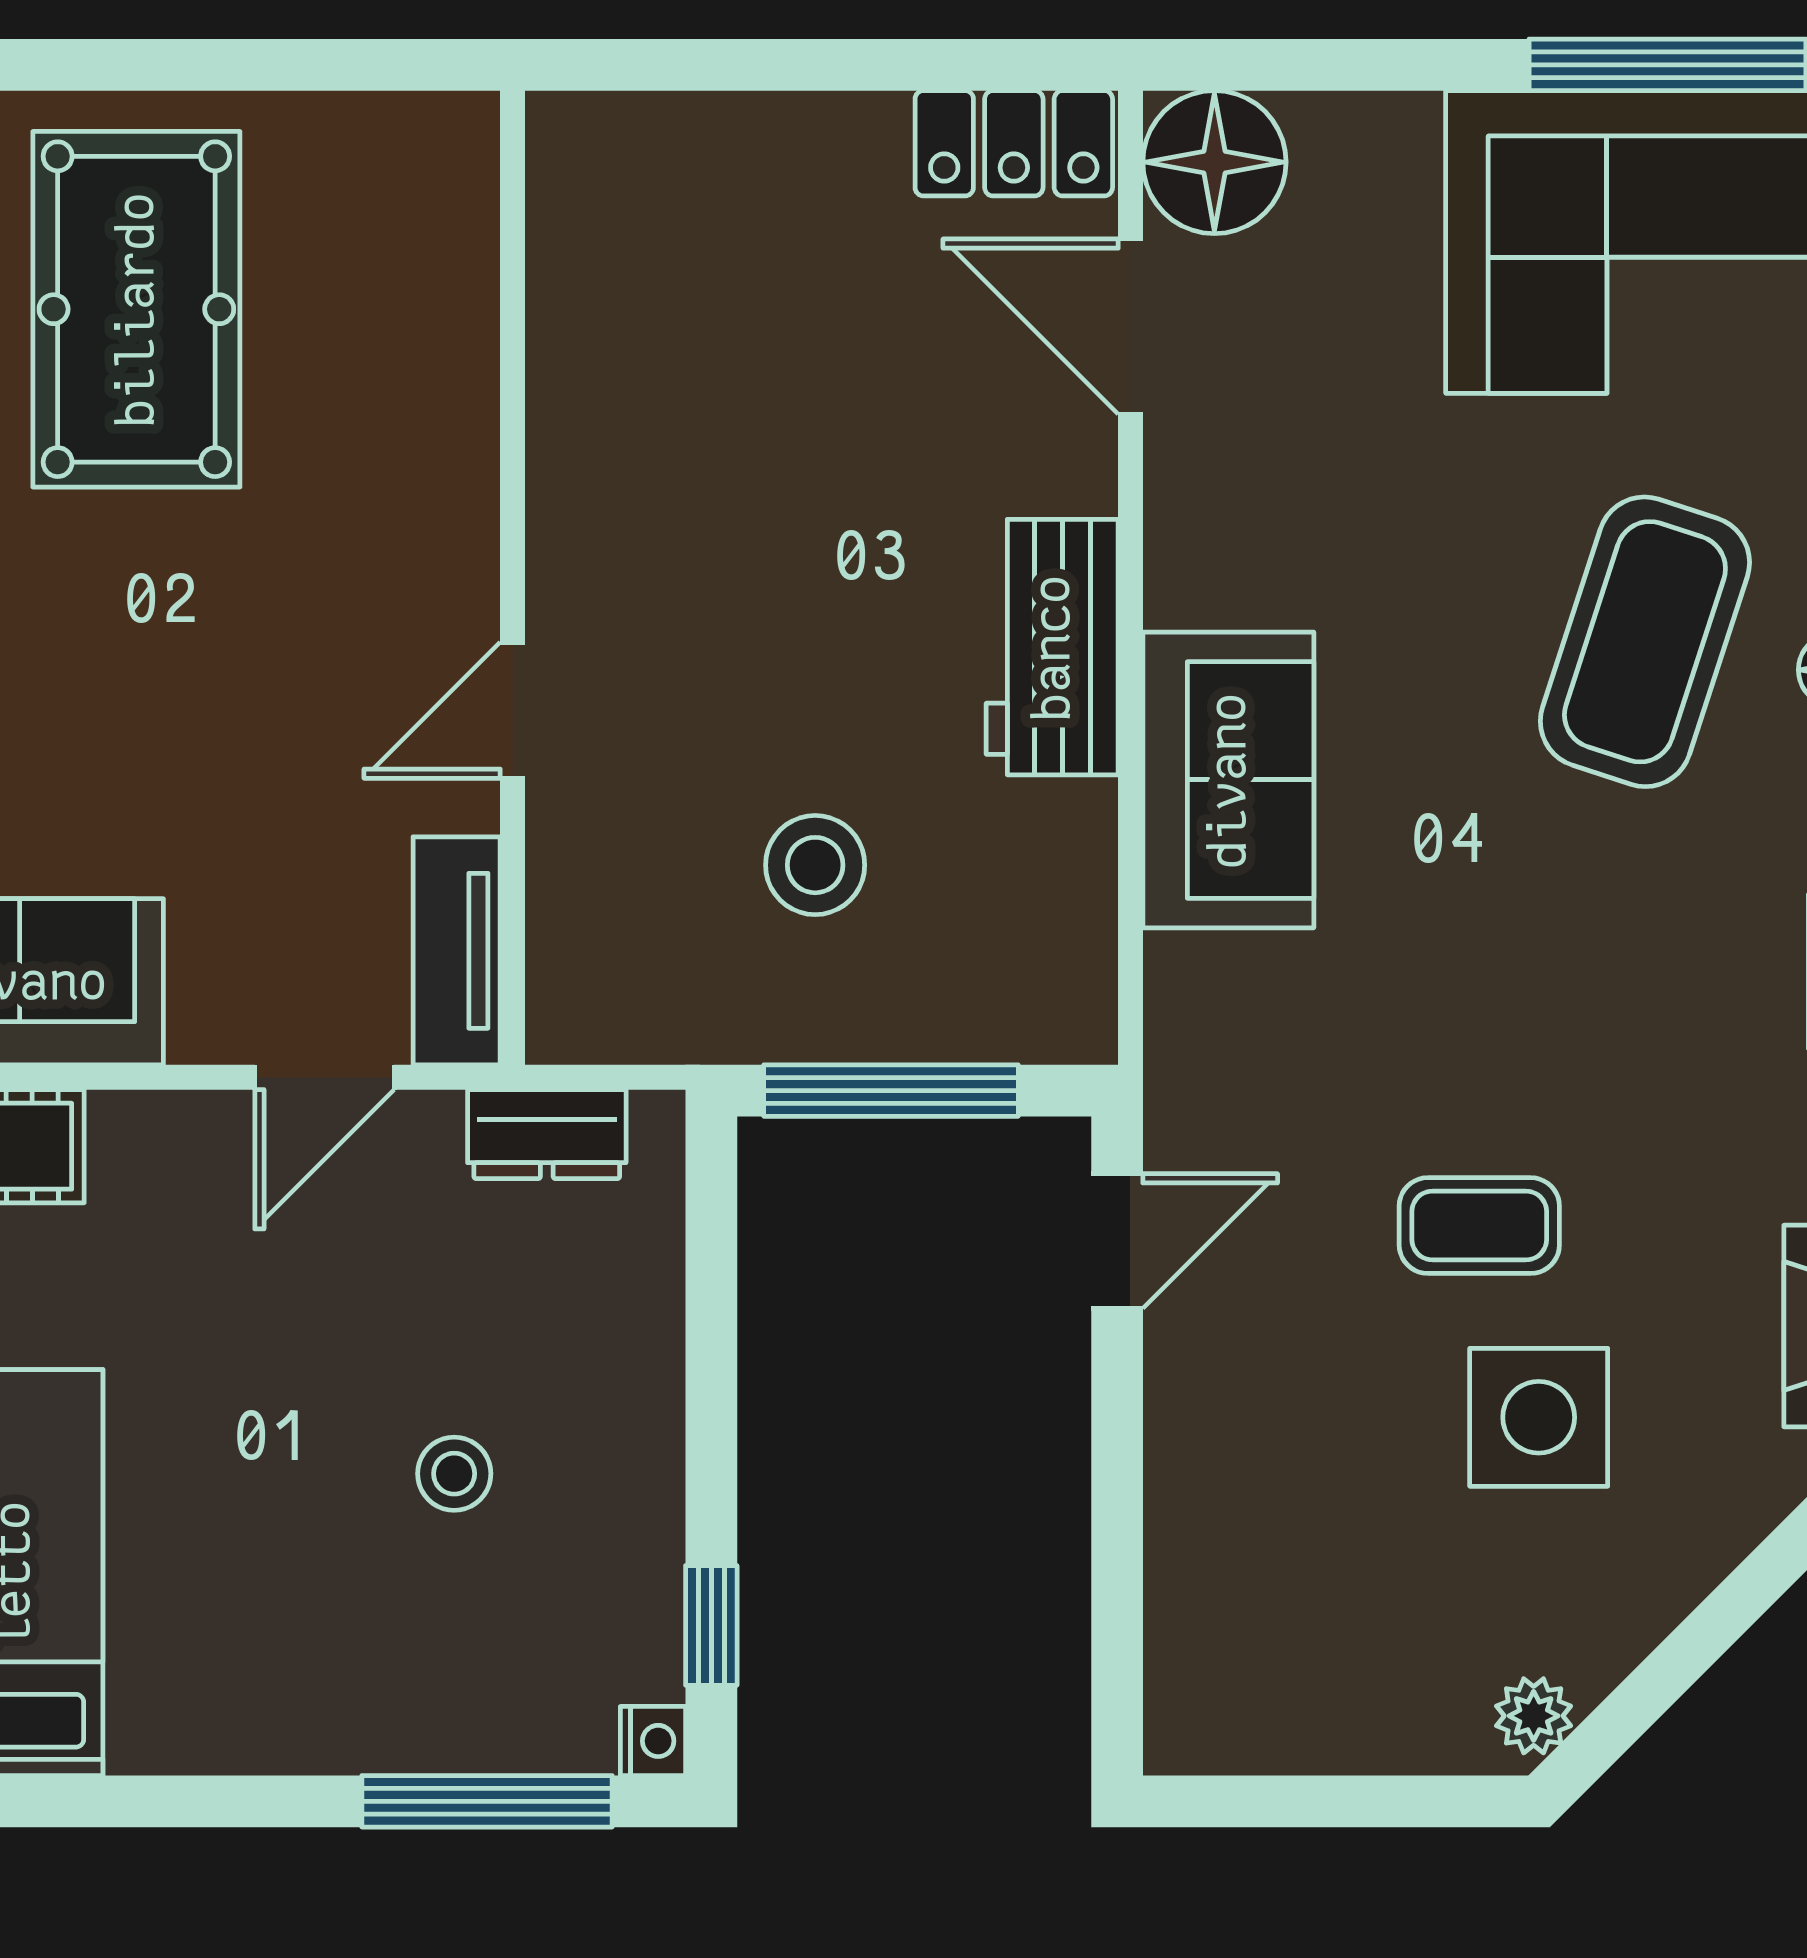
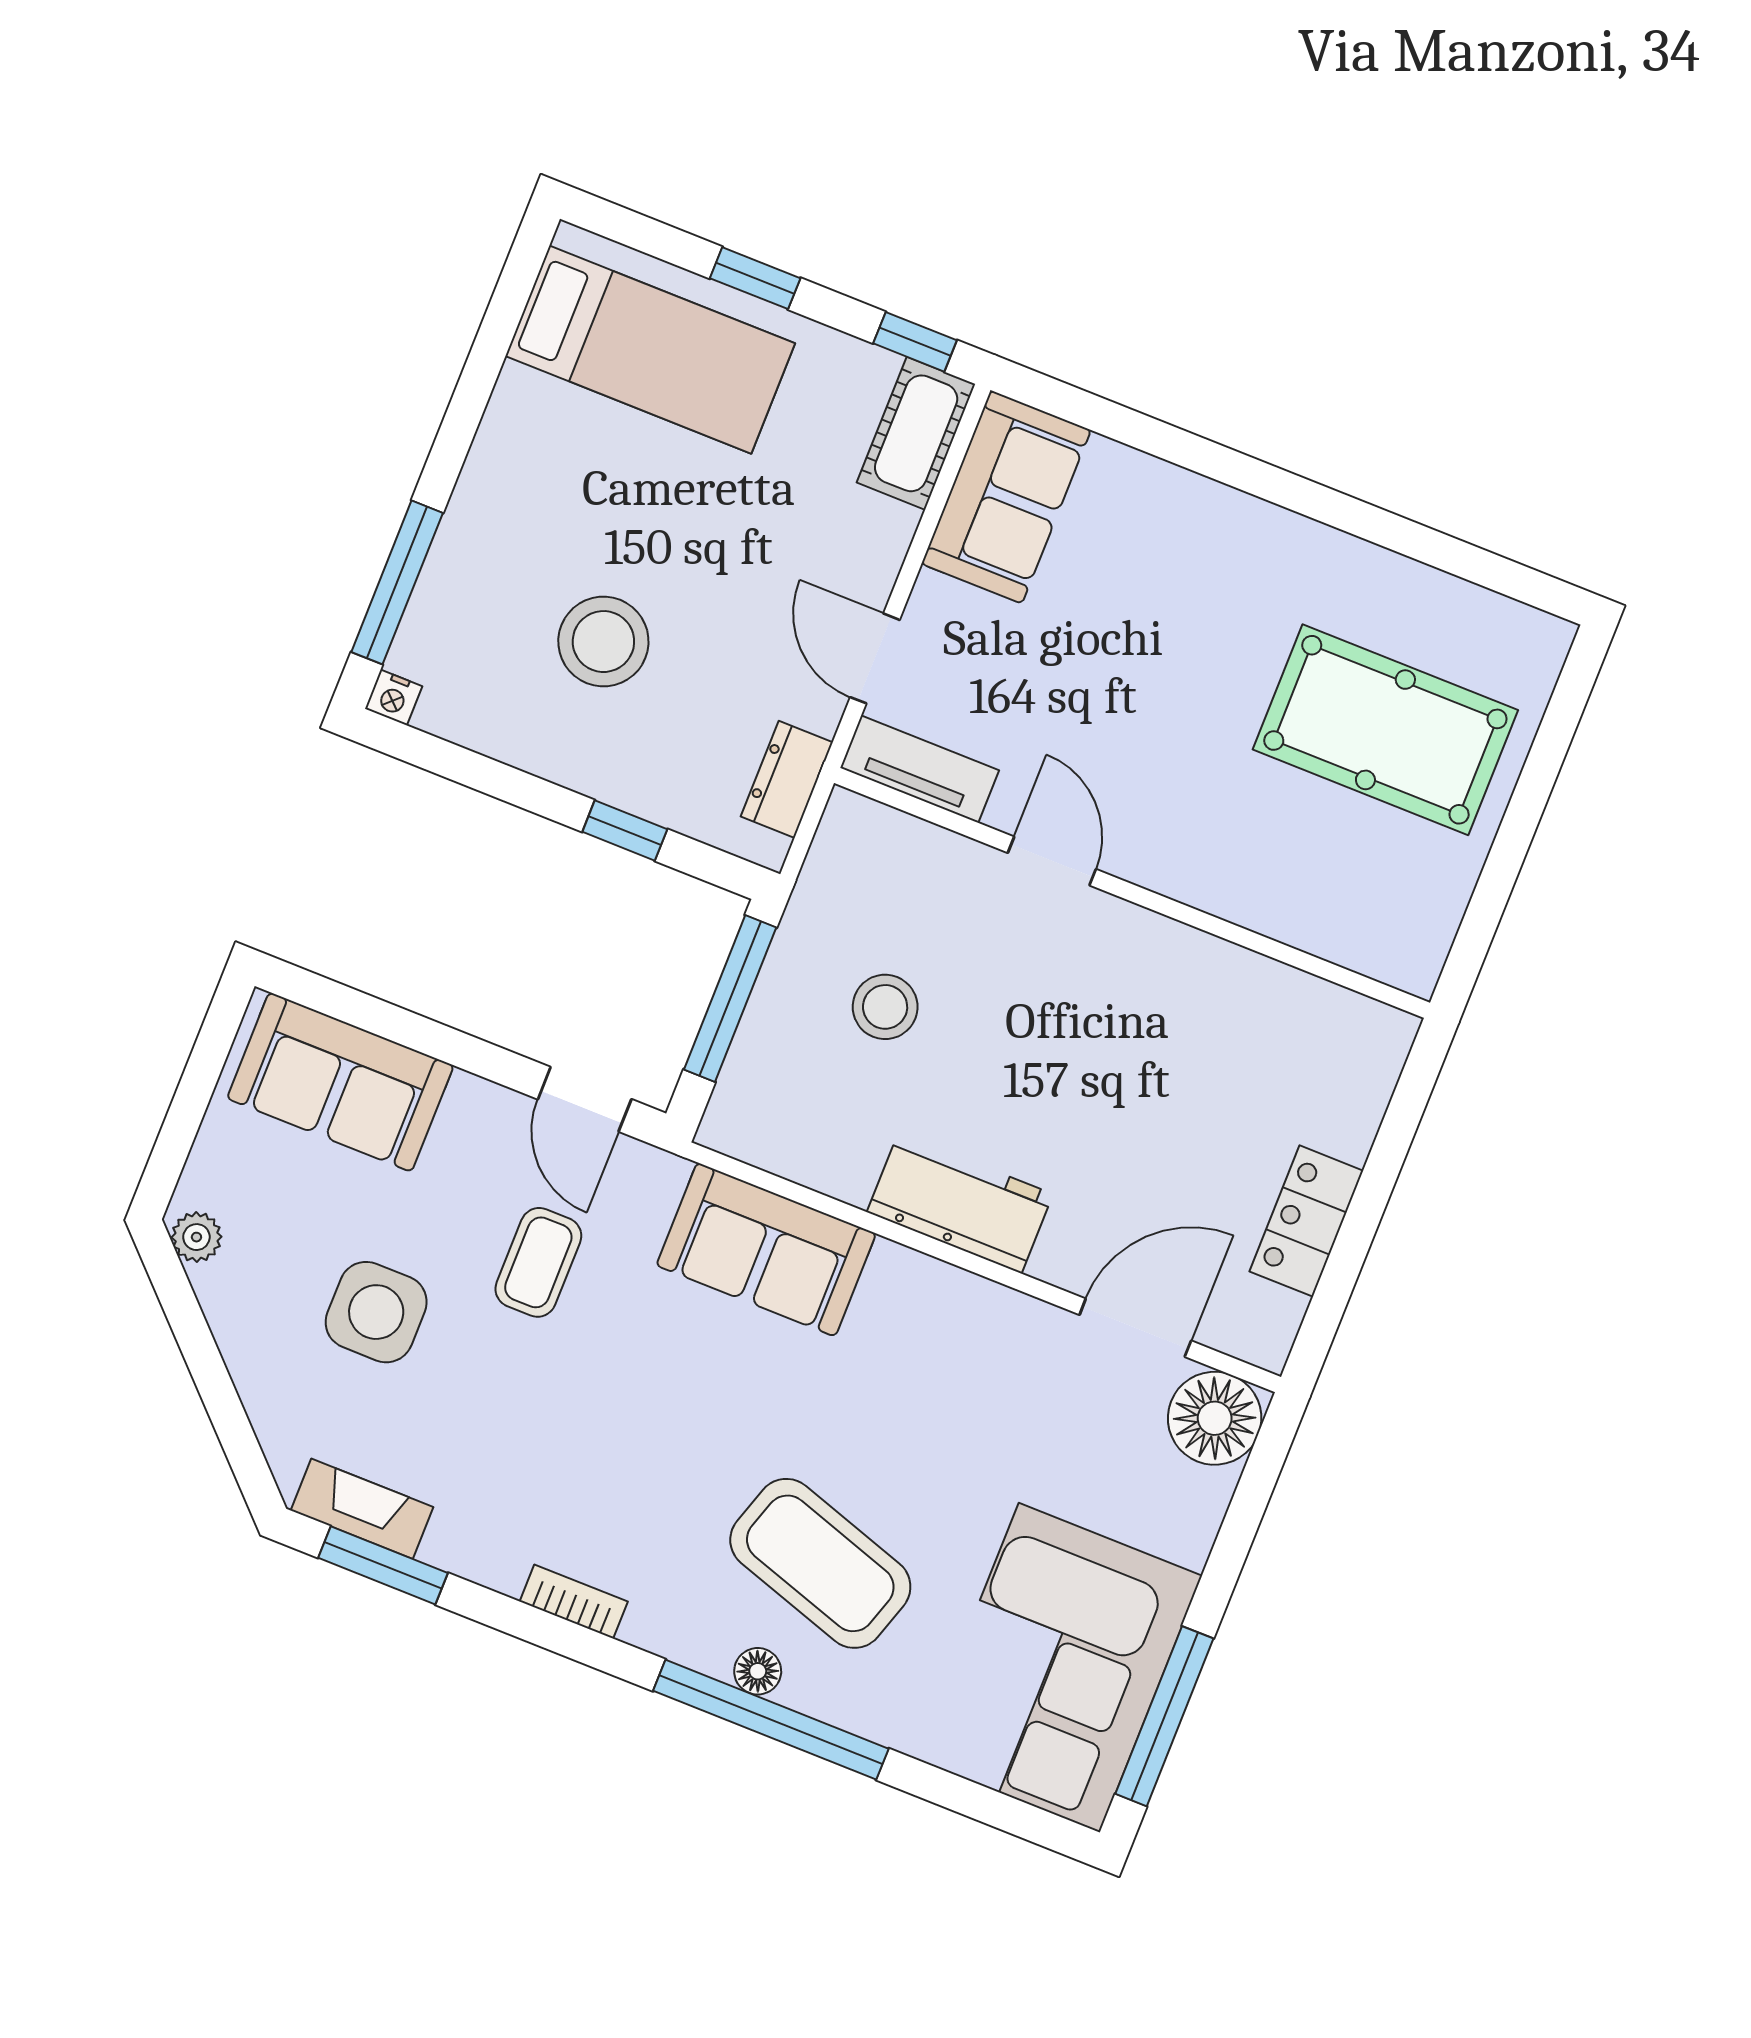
locker: (1014, 143) -> (1306, 1221), moved
sofa: (1228, 780) -> (766, 1250), moved
coffee table: (1479, 1226) -> (538, 1262), moved
stool: (454, 1474) -> (603, 642), width x1.89, depth x1.89
sofa: (1231, 1599) -> (340, 1082), added
window: (711, 1625) -> (625, 830), moved

